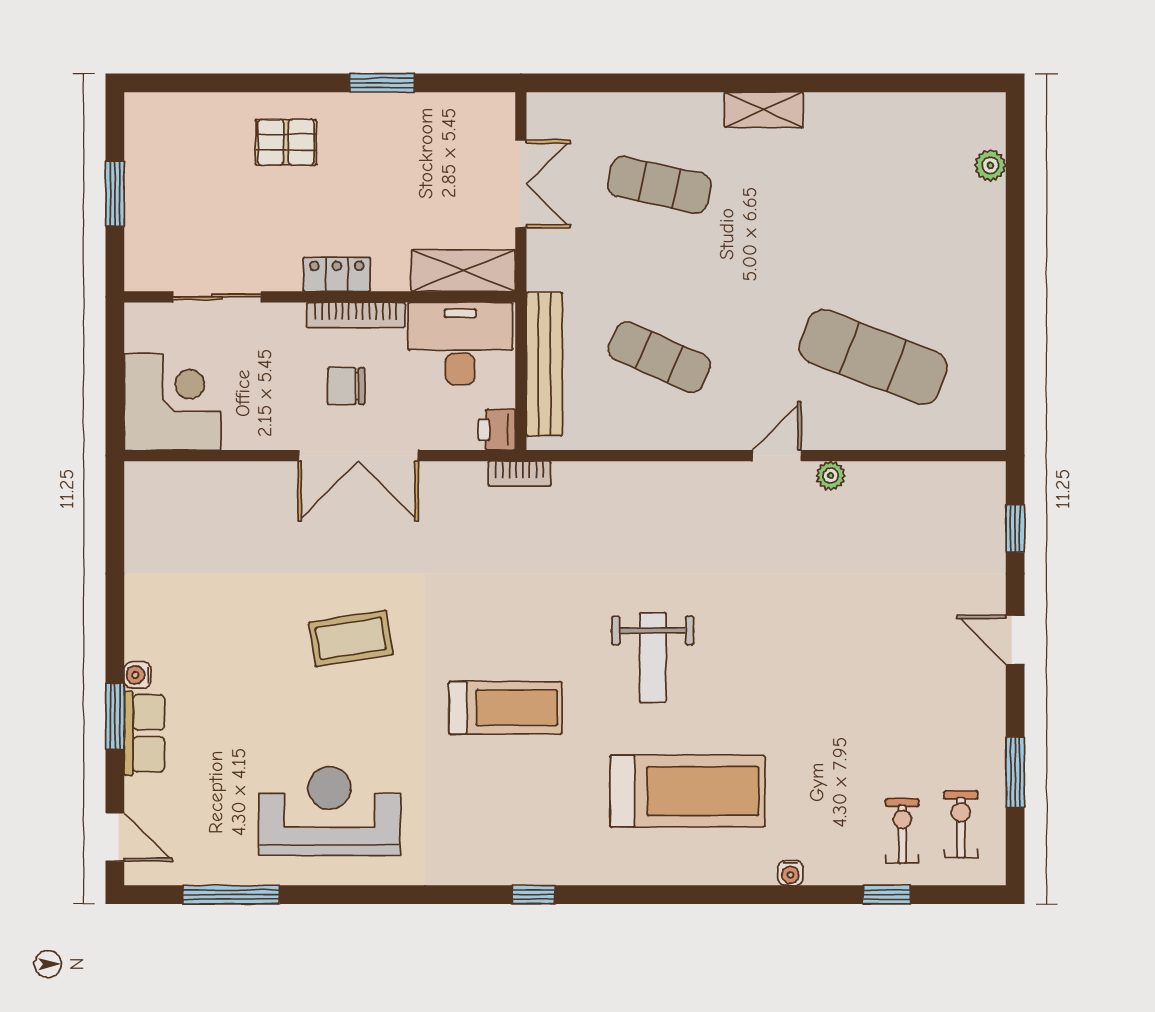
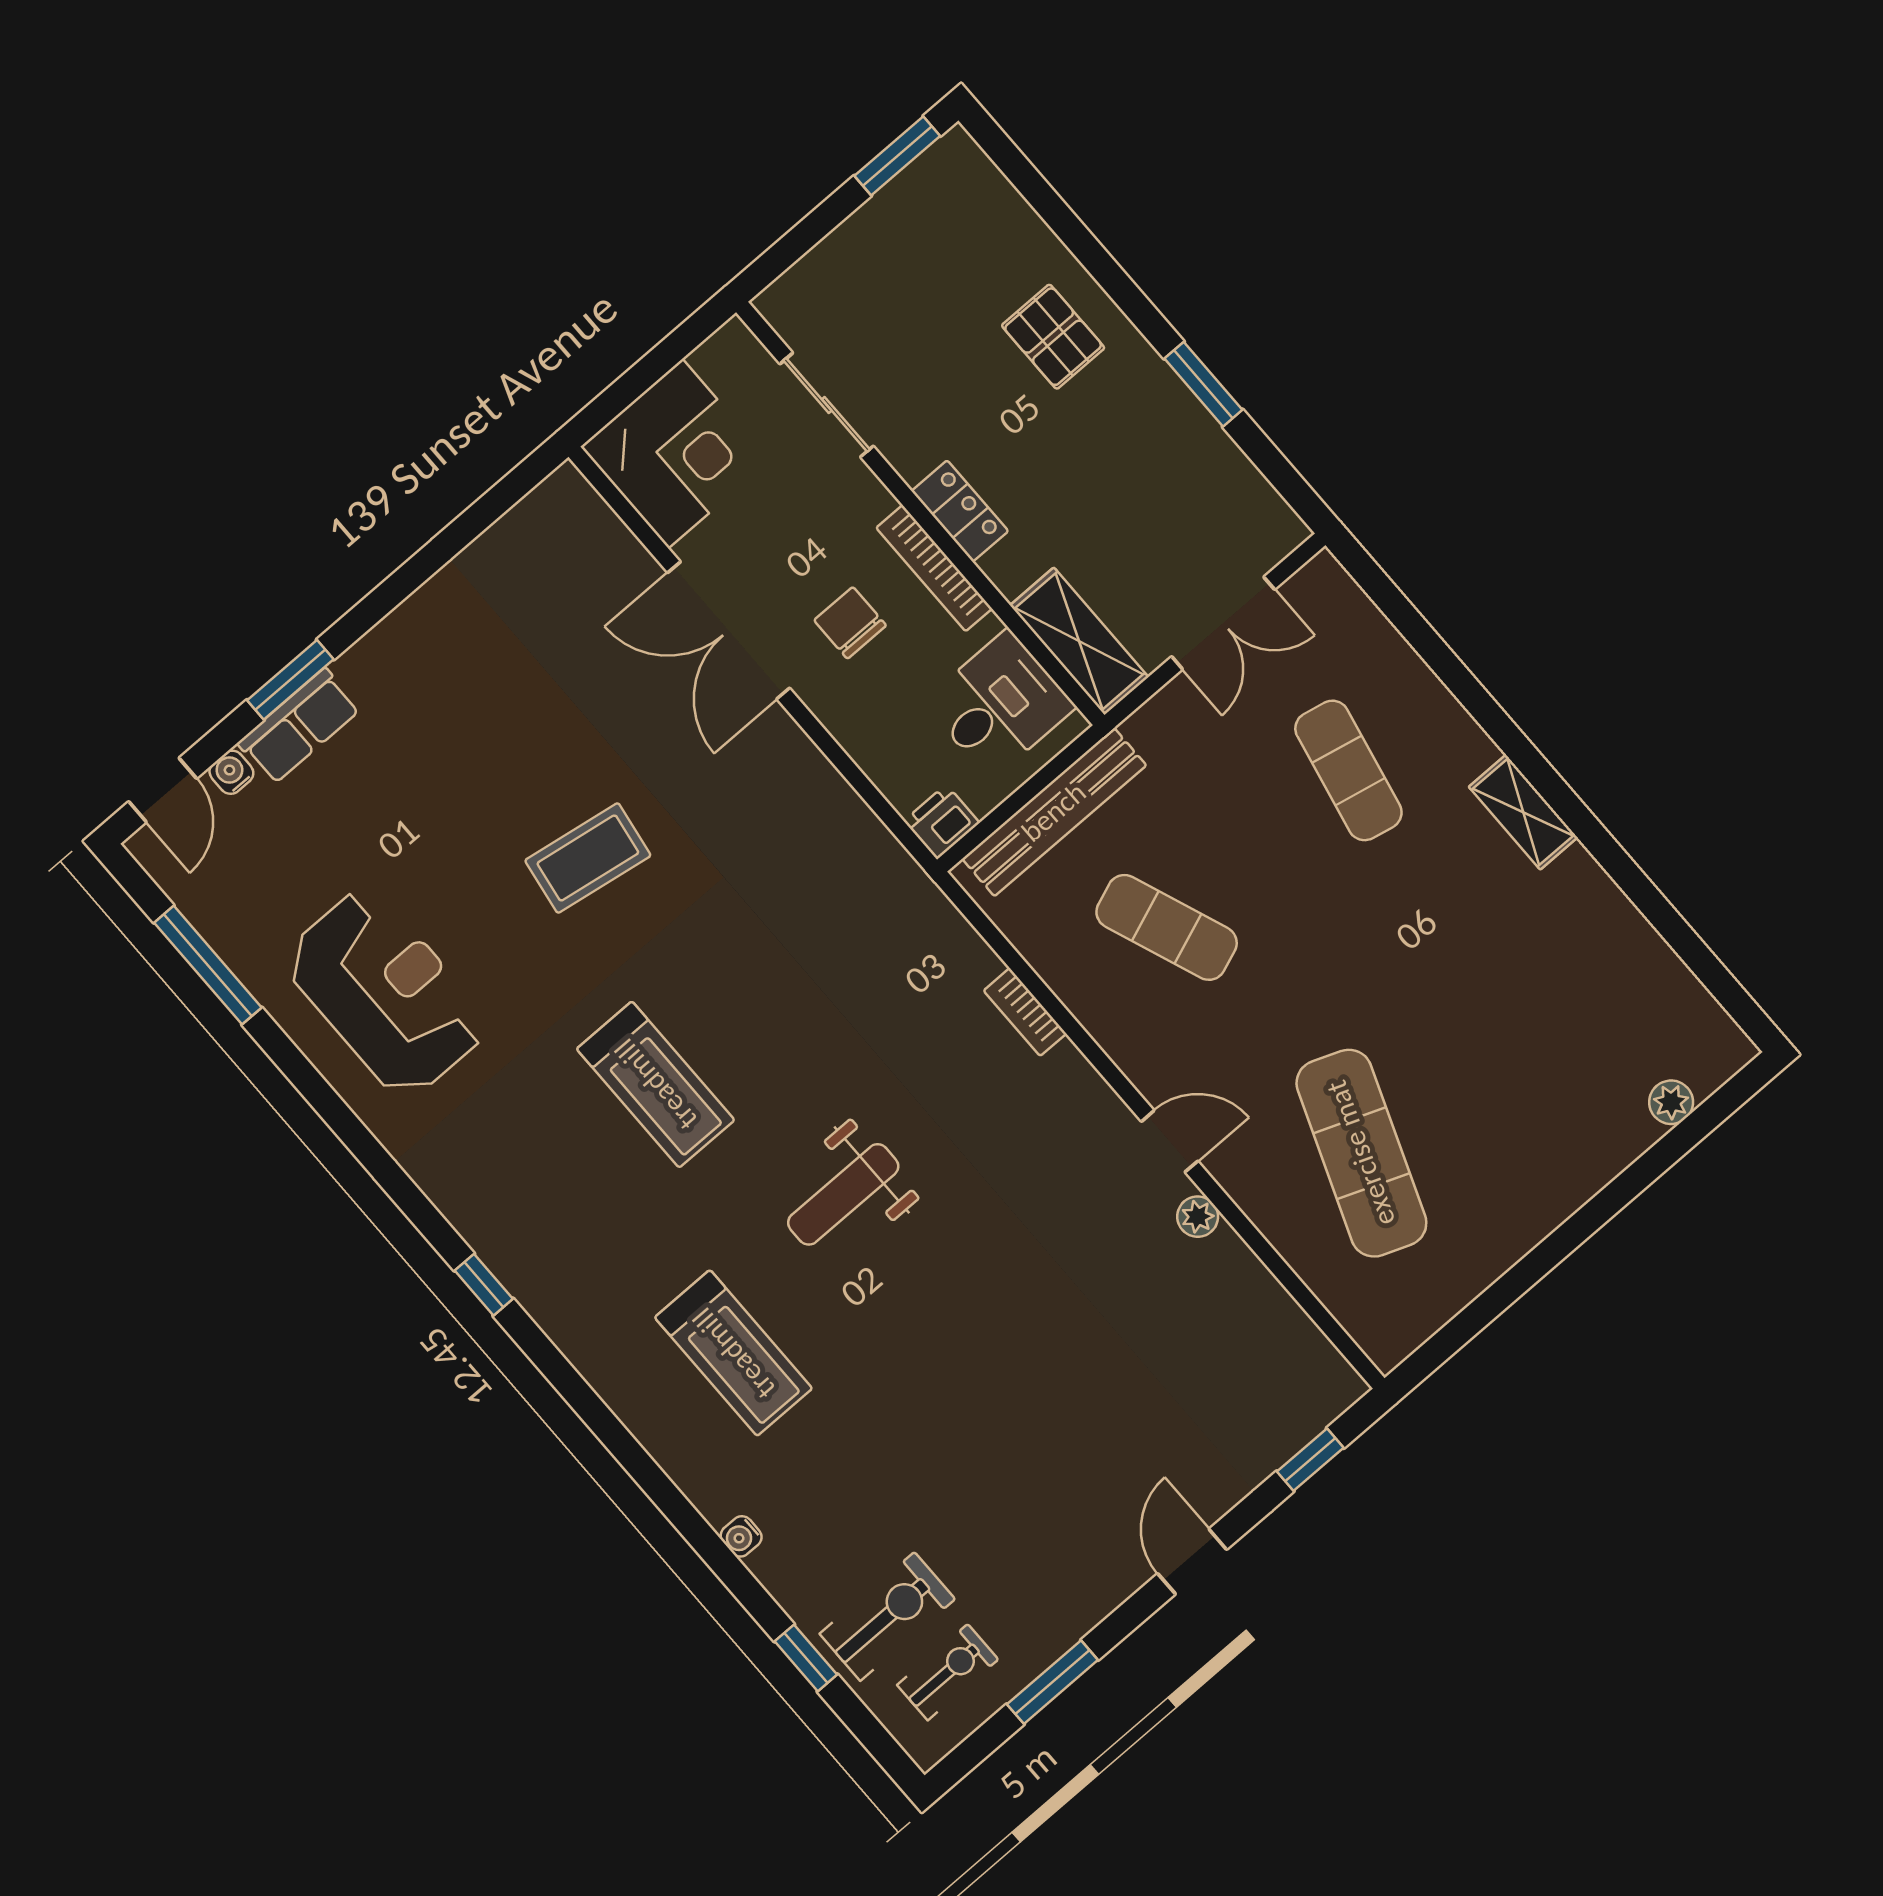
window: (115, 194) -> (897, 156), moved
desk: (460, 343) -> (999, 704), width x0.73
exercise mat: (659, 357) -> (1167, 927), turned -45
double door: (358, 456) -> (729, 630), moved
bookcase: (519, 474) -> (1025, 1012), moved
coffee table: (351, 638) -> (588, 858), turned -72
water cooler: (138, 675) -> (231, 772), moved
treadmill: (687, 791) -> (734, 1353), width x0.73, depth x0.73
exercise bike: (902, 831) -> (887, 1616), width x1.38, depth x1.39

